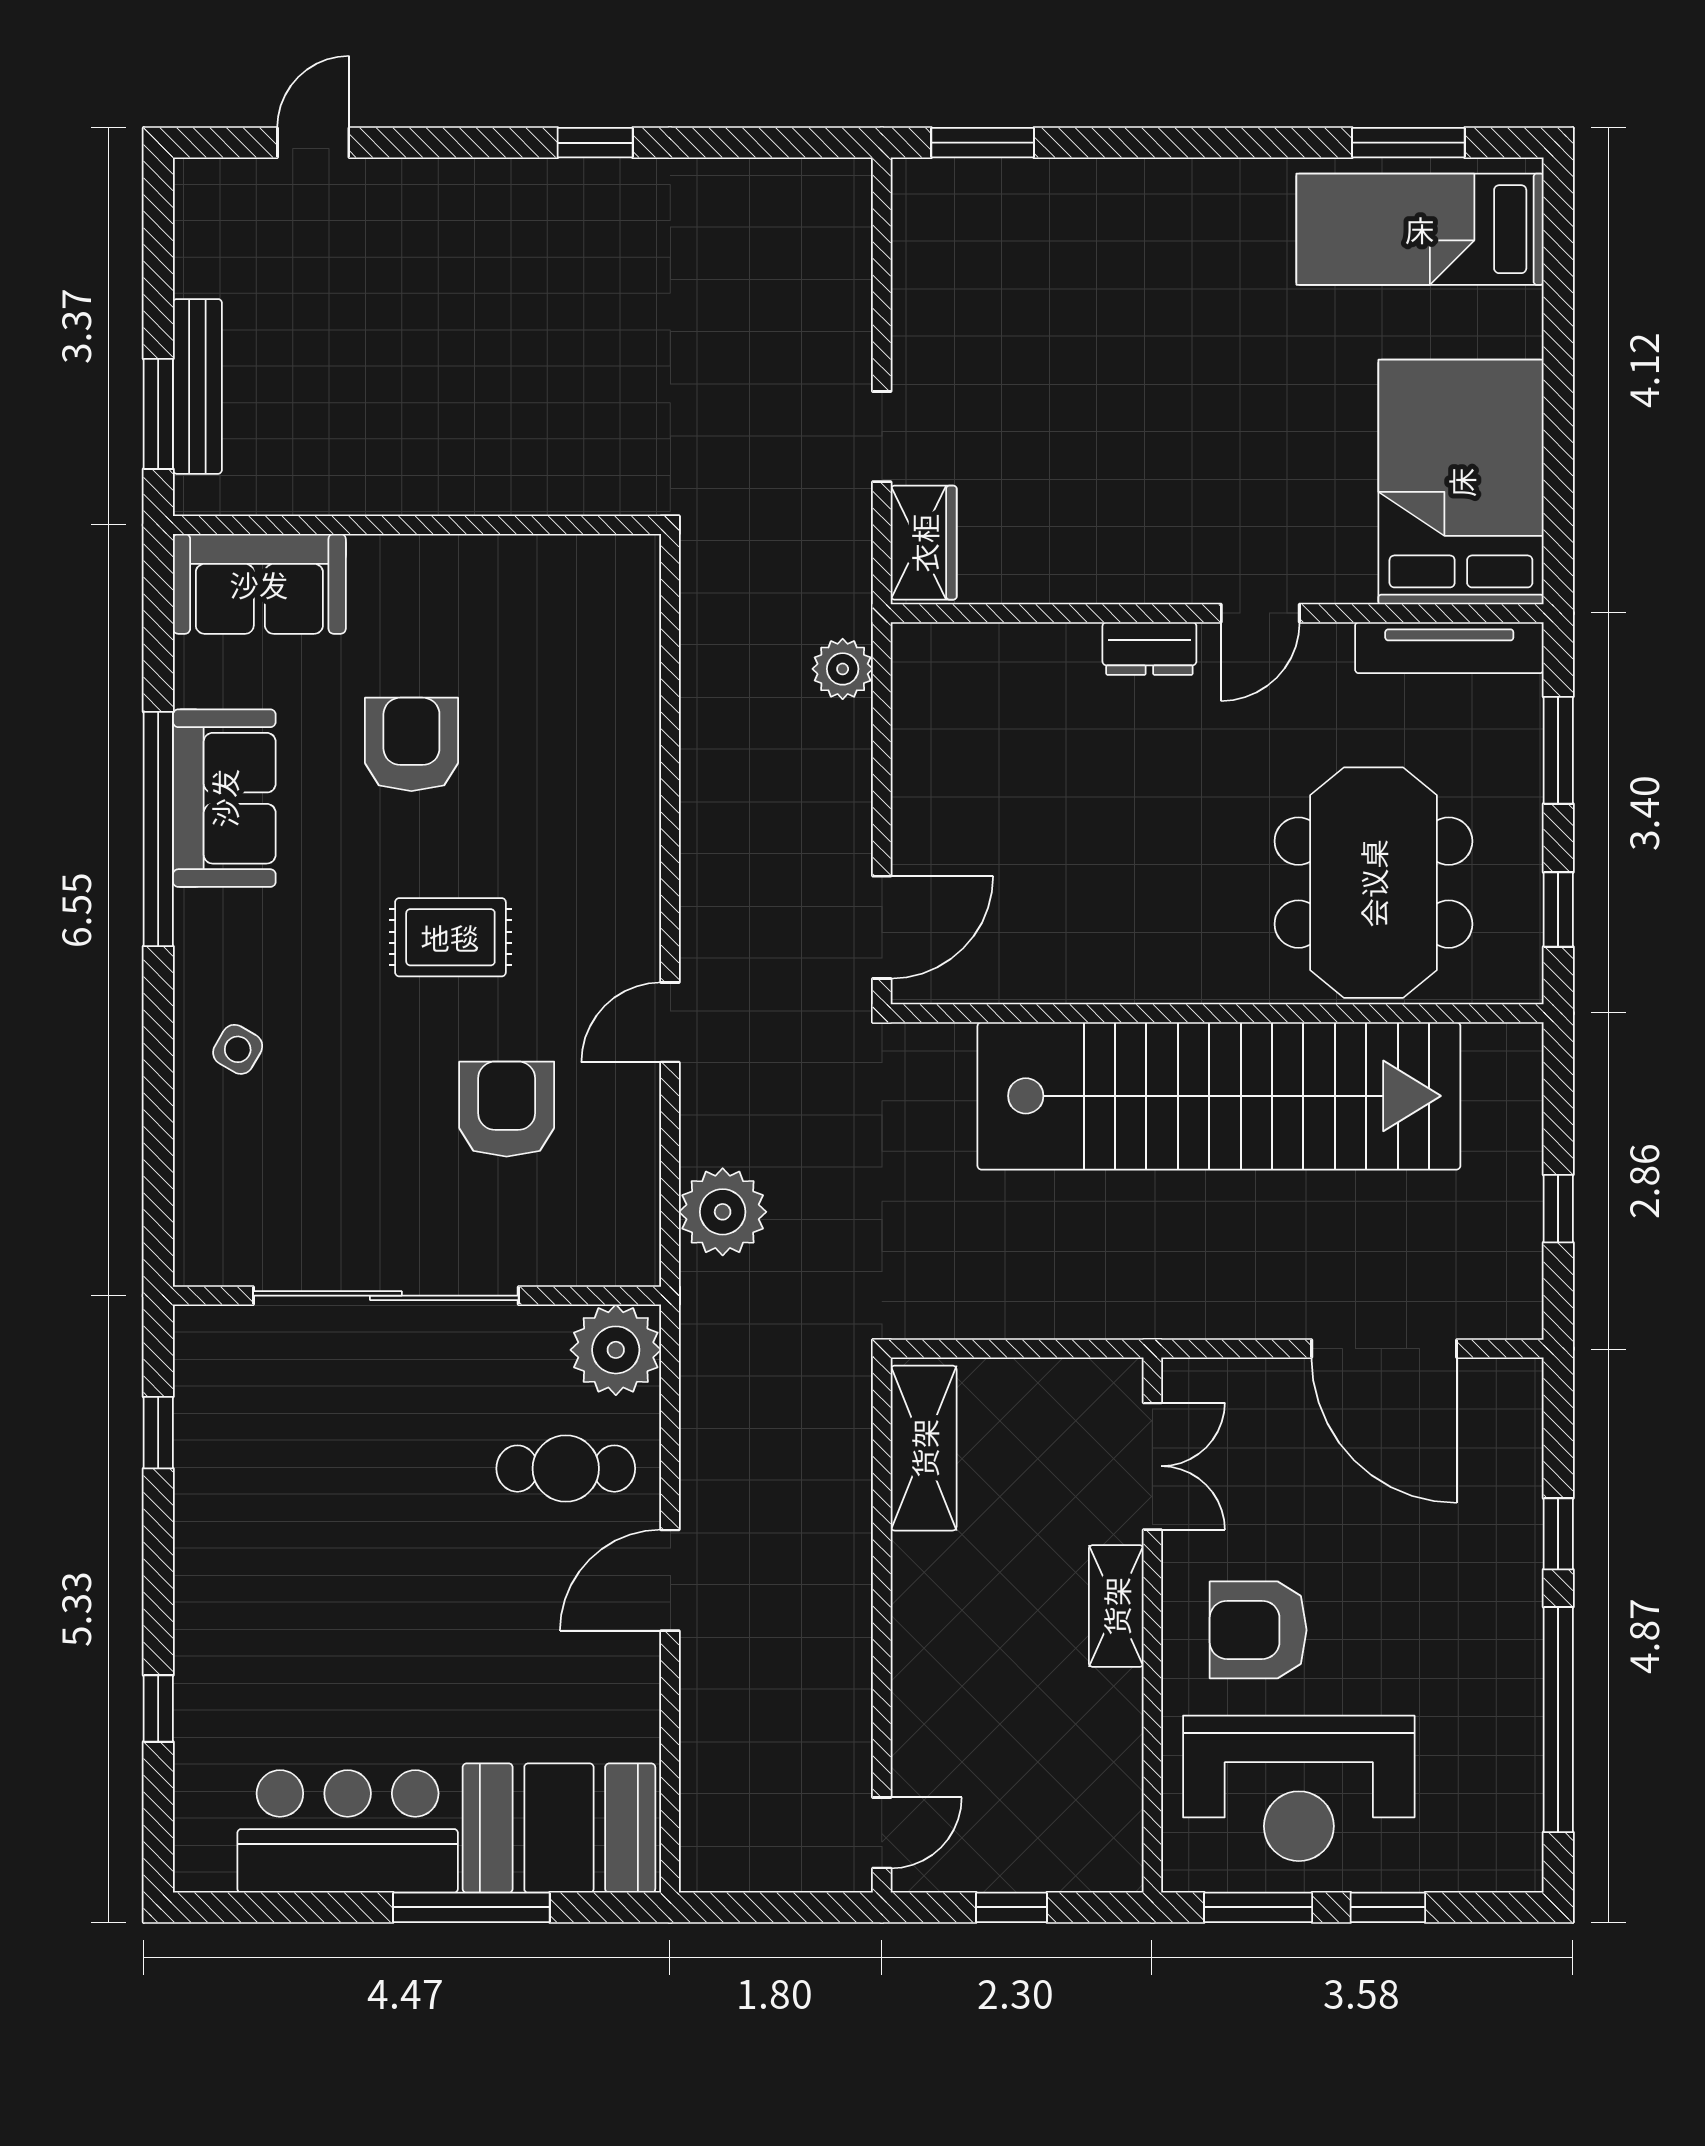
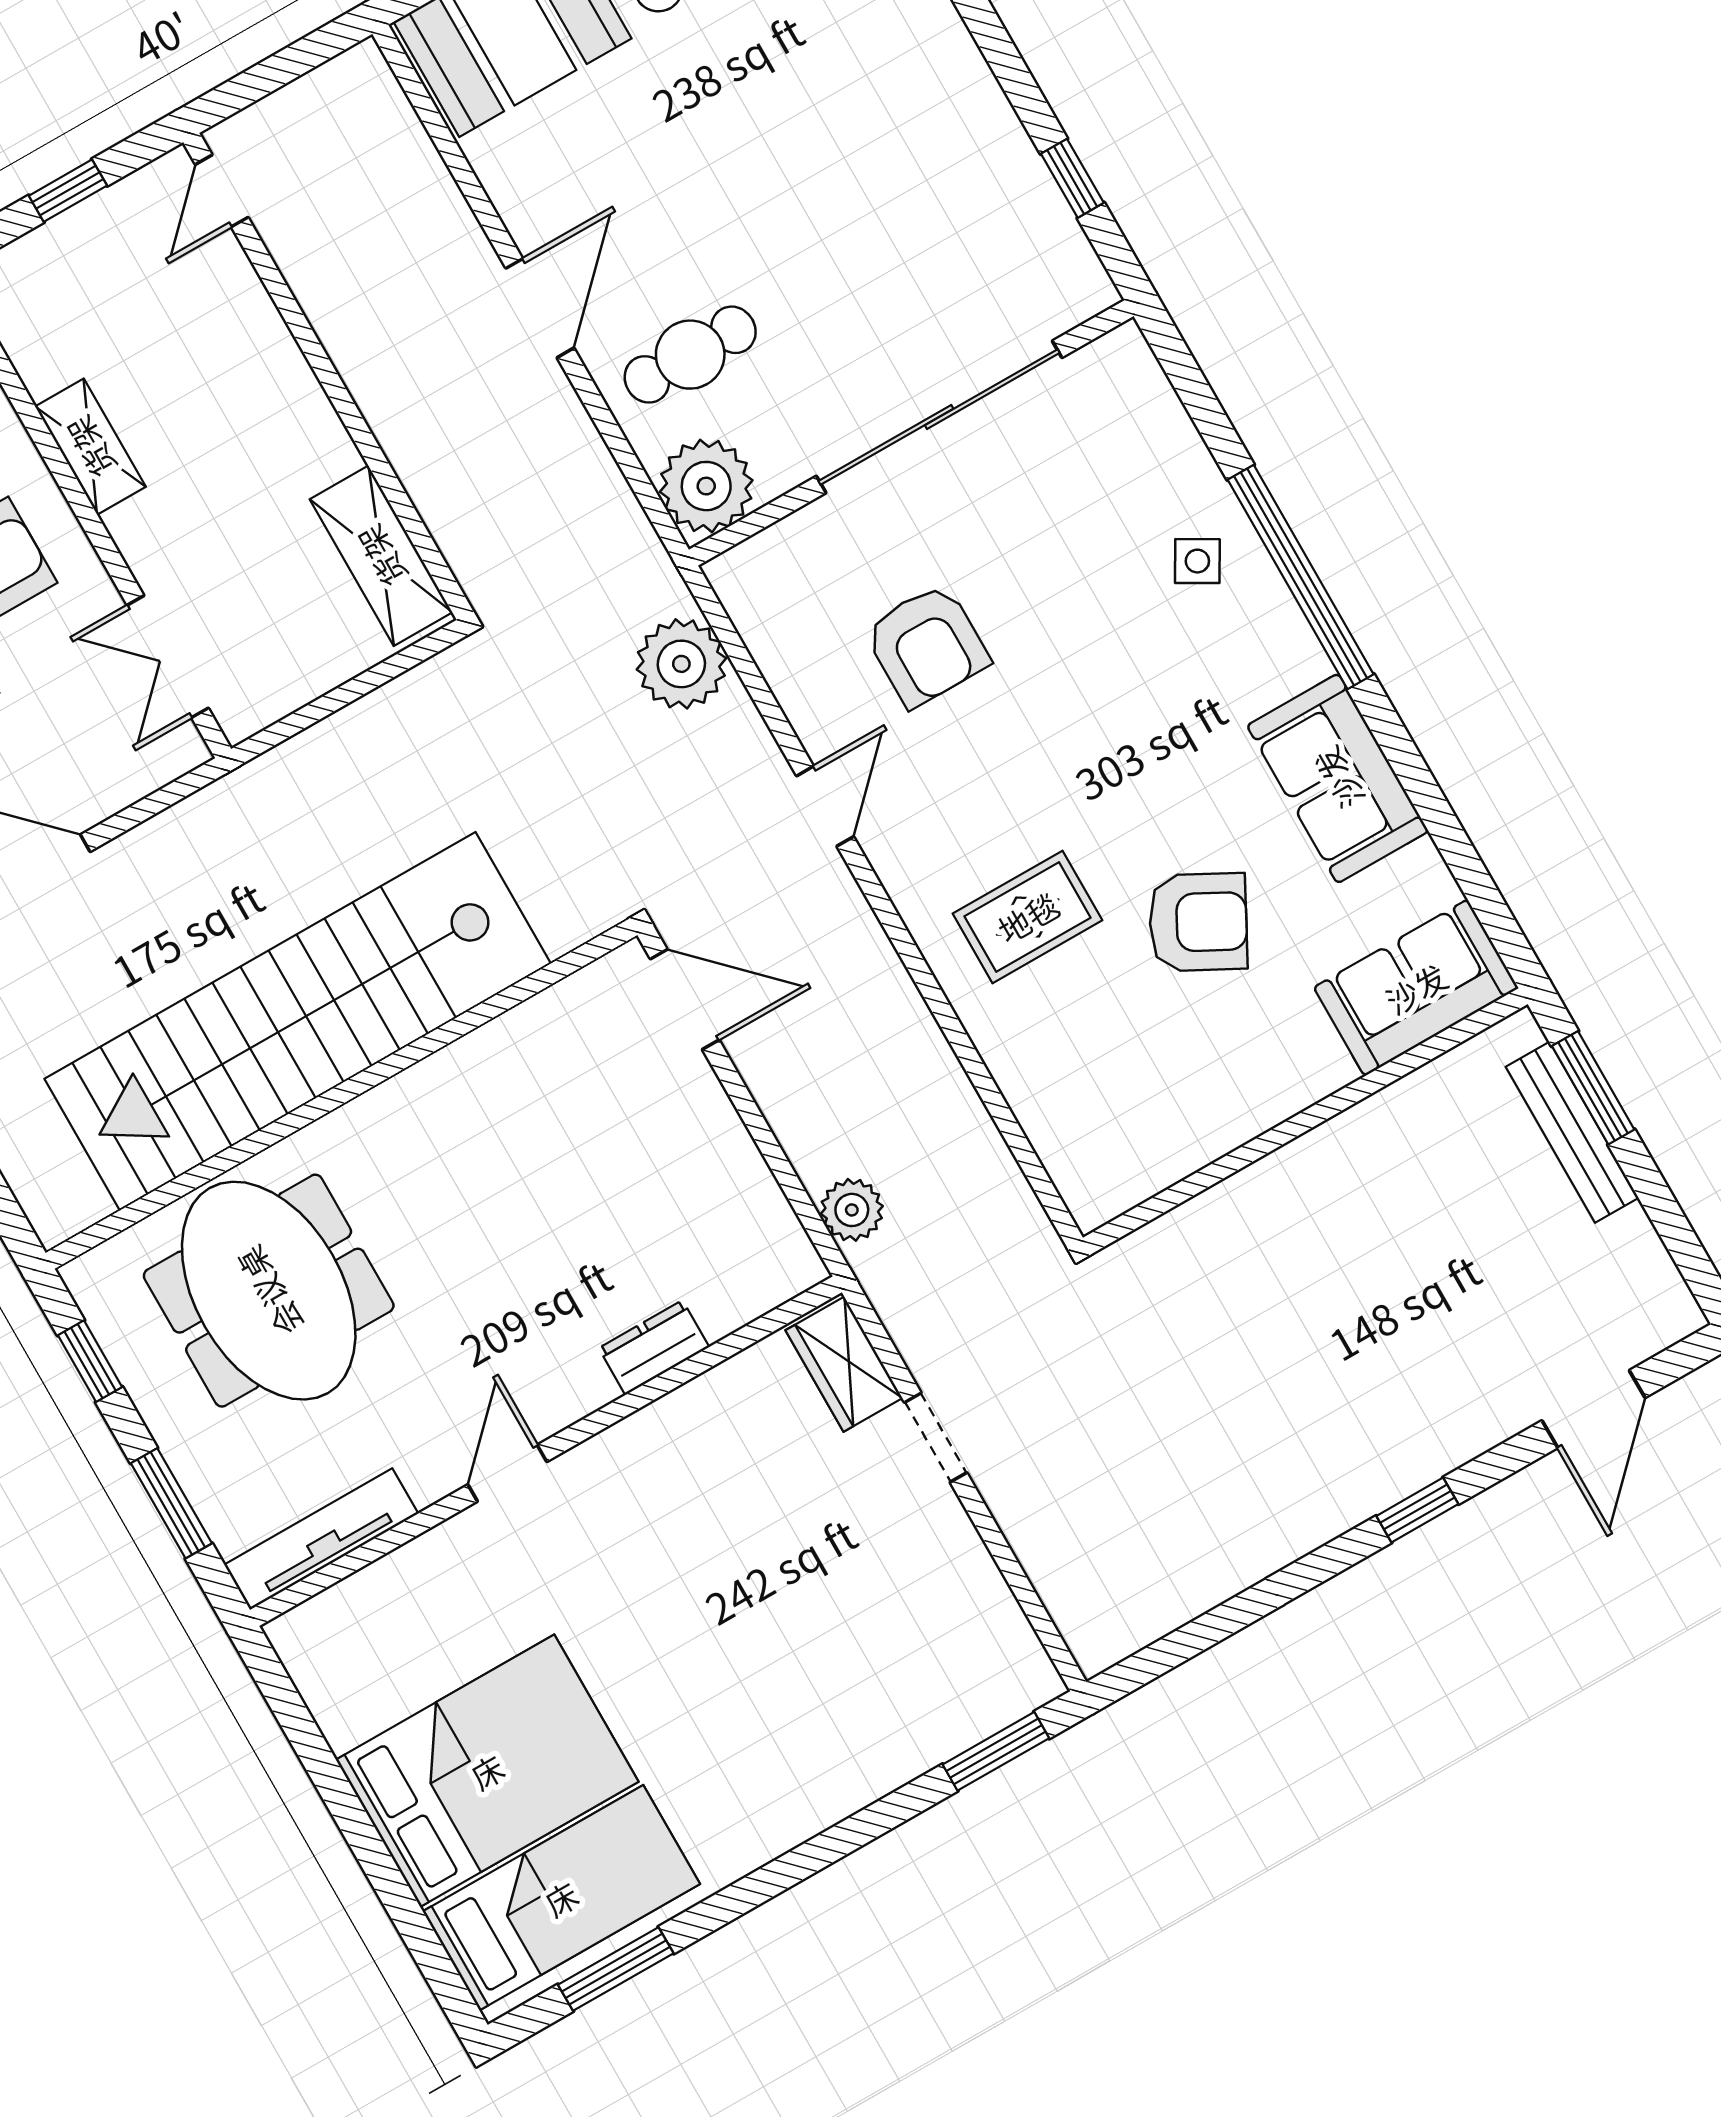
door: (313, 143) -> (1593, 1409), width x1.38
window: (595, 143) -> (1417, 1510), moved
bed: (1461, 482) -> (487, 1771), moved, turned -90
dresser: (1149, 649) -> (654, 1348), moved
armchair: (411, 744) -> (1198, 922), turned -62
window: (158, 829) -> (1301, 577), moved
door: (882, 927) -> (685, 999), swing flipped
rug: (450, 937) -> (1028, 917), moved
shelving: (1116, 1606) -> (90, 447), moved

